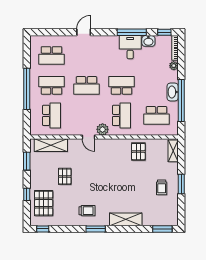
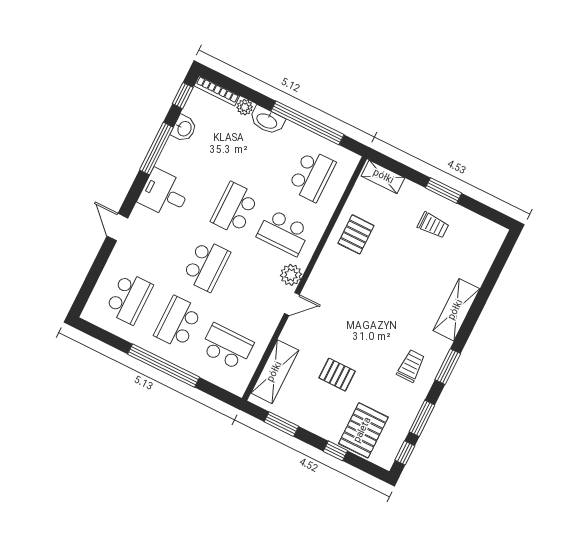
desk: (130, 47) -> (164, 194), moved
washbasin: (173, 92) -> (267, 121), moved
school desk: (122, 115) -> (284, 233), turned 180
pallet: (138, 152) -> (356, 234), turned 90
pallet: (44, 203) -> (363, 430), turned 90
window: (162, 229) -> (422, 418), moved

